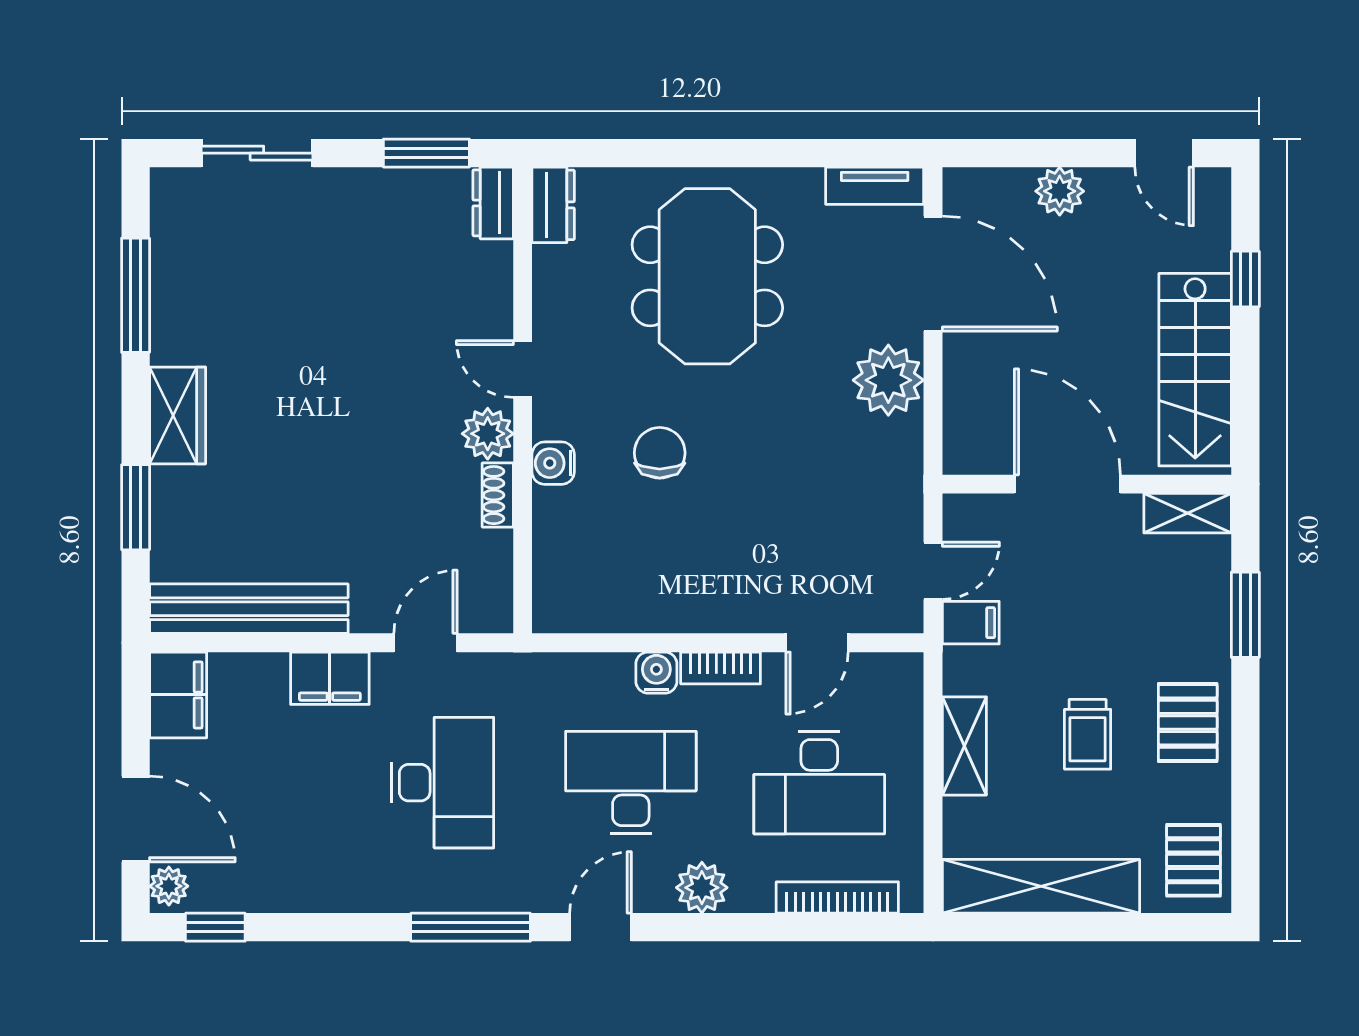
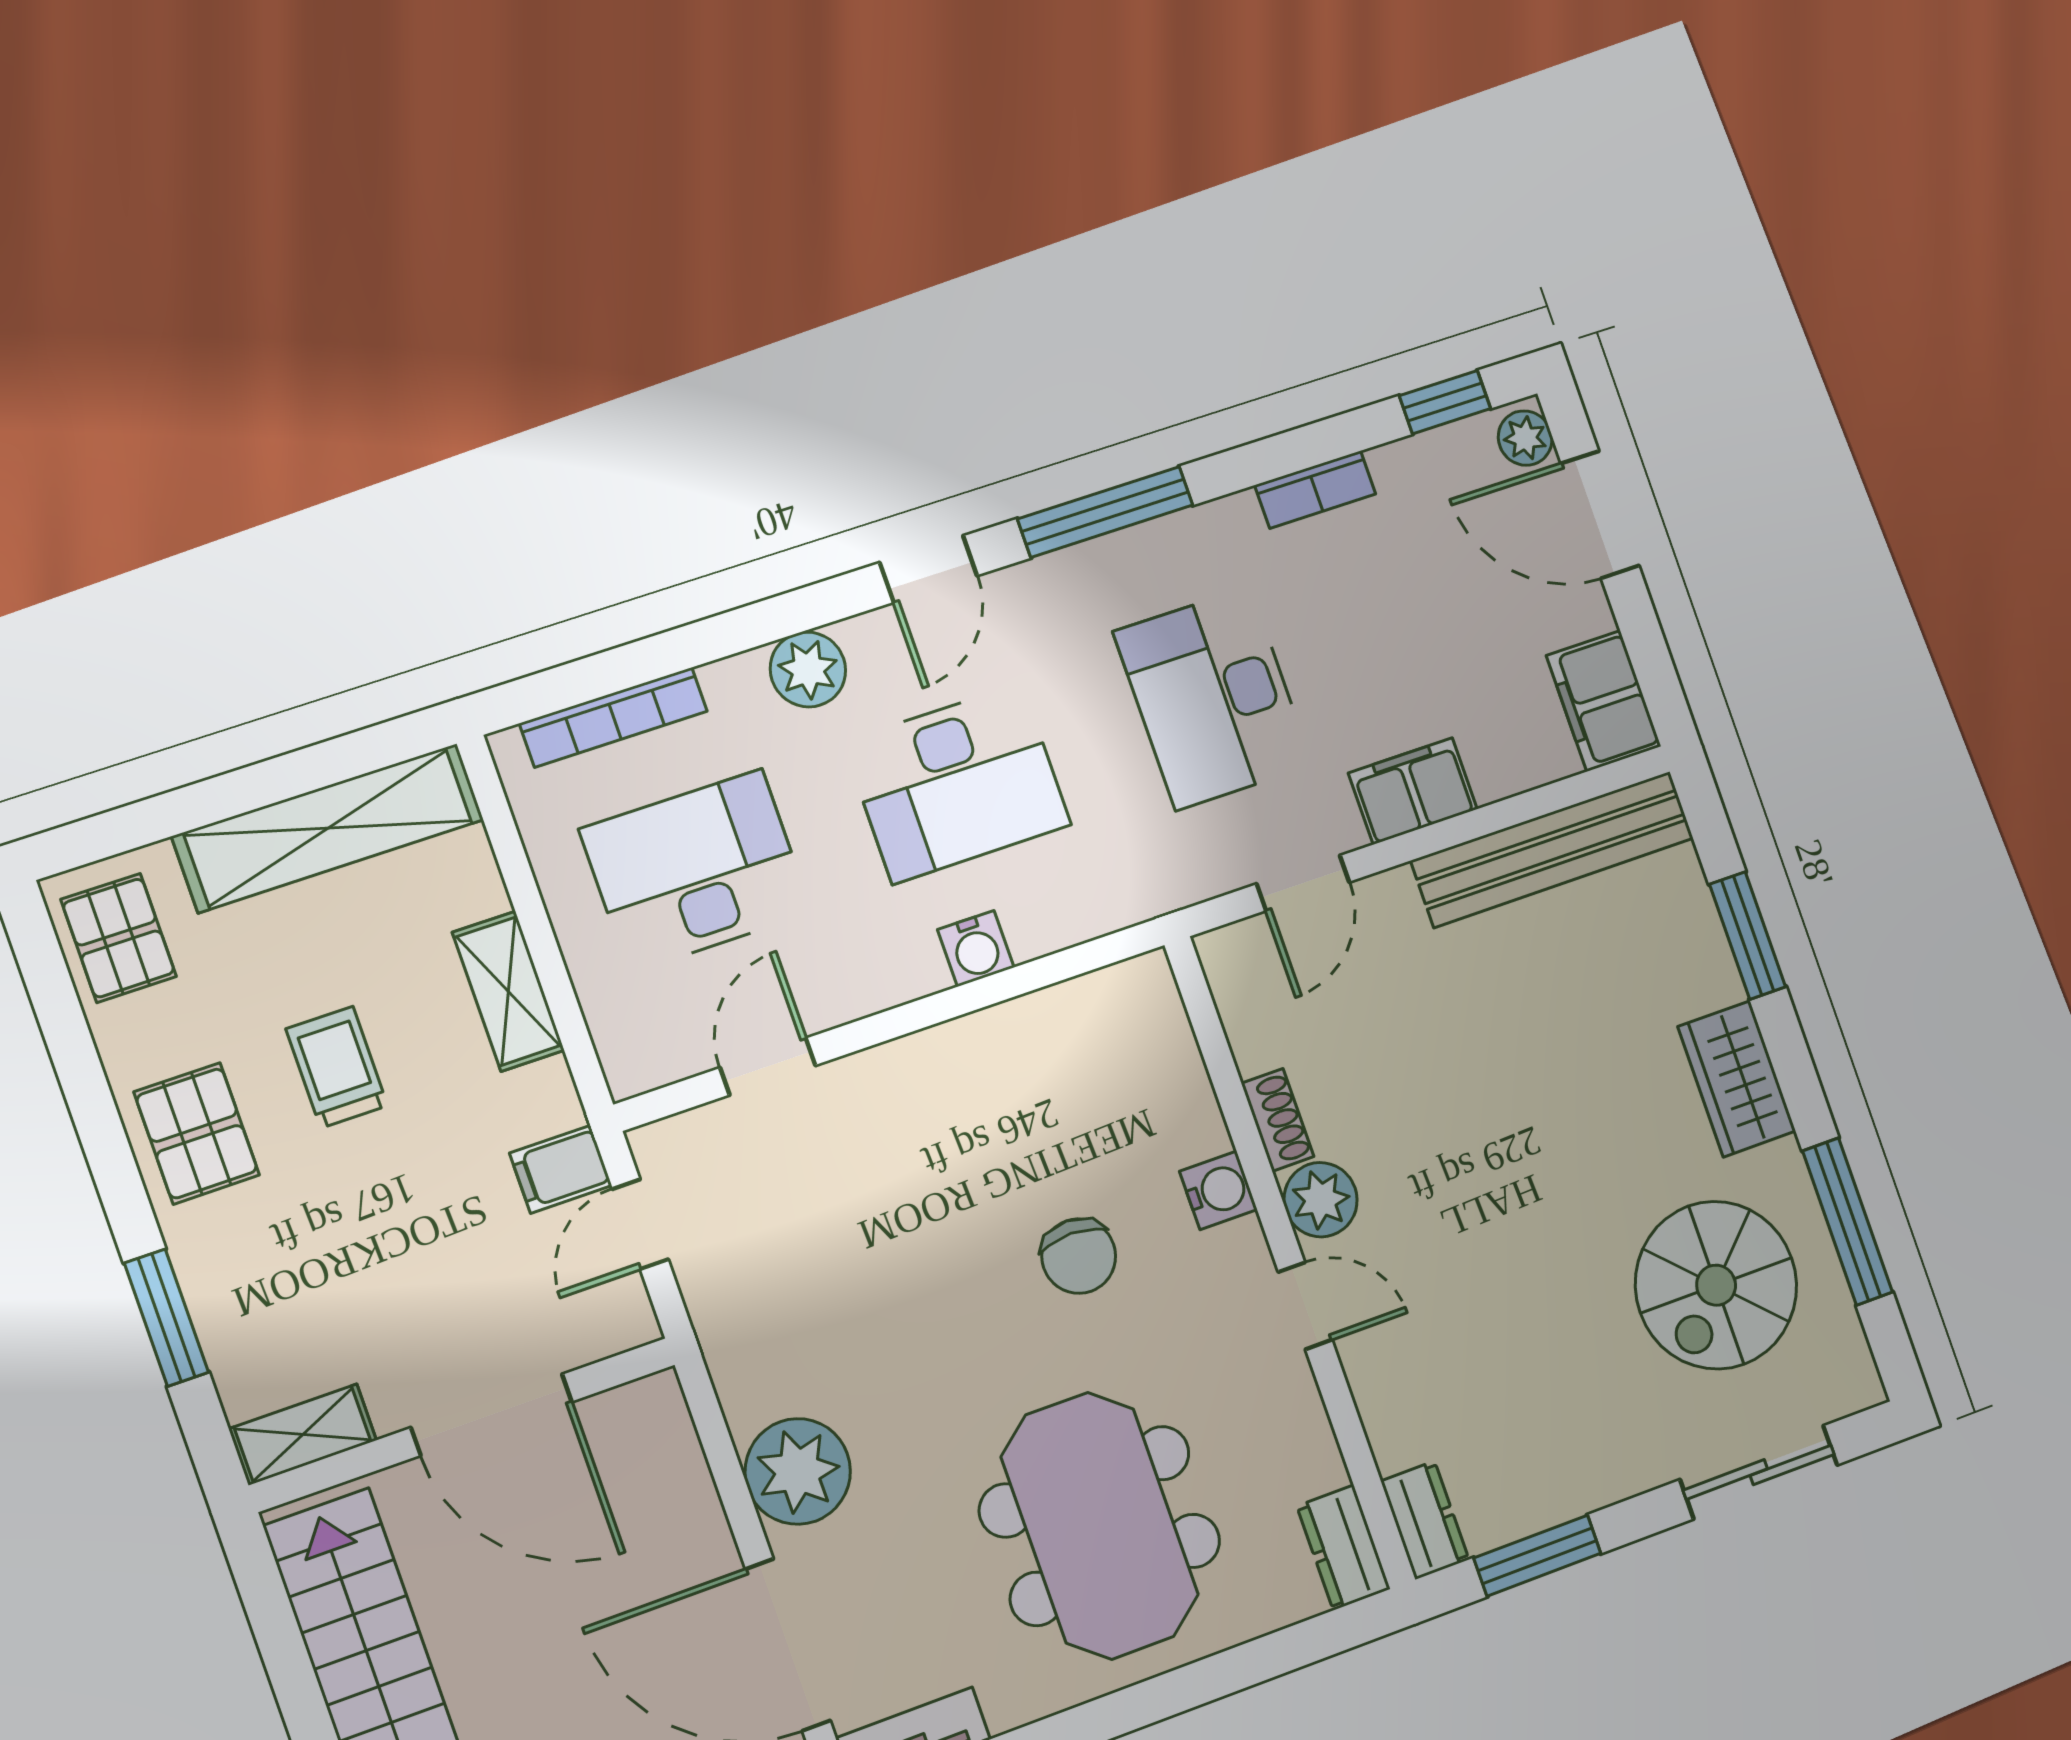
spiral stairs: (241, 285) -> (1716, 1285), added
bookcase: (721, 668) -> (1315, 490), moved, turned 180

